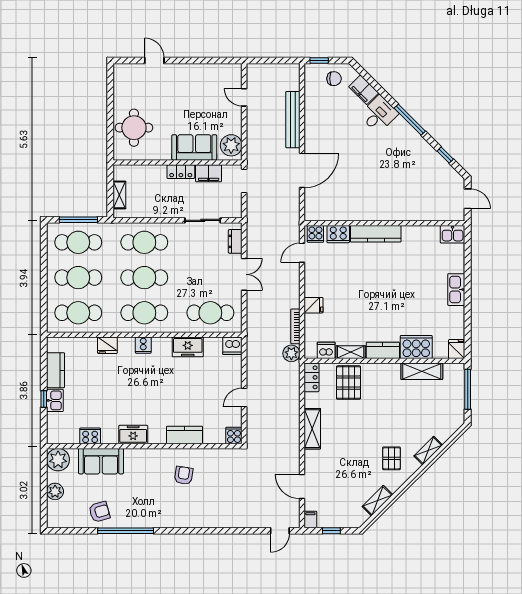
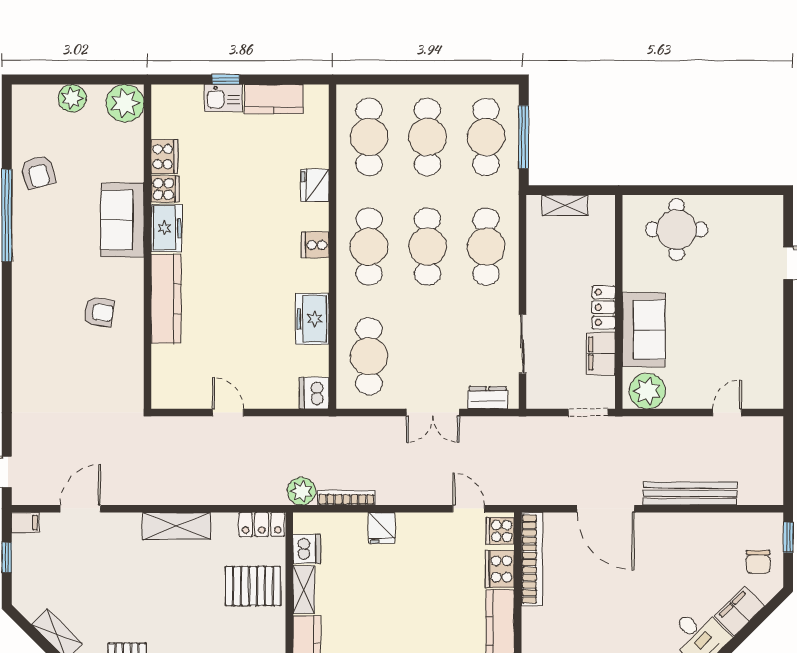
bookcase: (332, 215) -> (532, 559), added
kitchen counter: (185, 435) -> (166, 299), width x1.50
cooker: (234, 435) -> (165, 189), moved
sofa: (101, 461) -> (122, 220), moved

